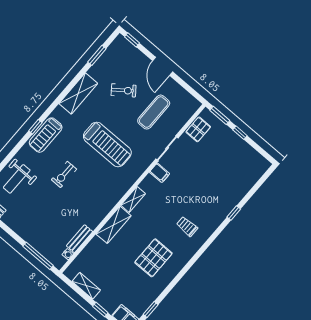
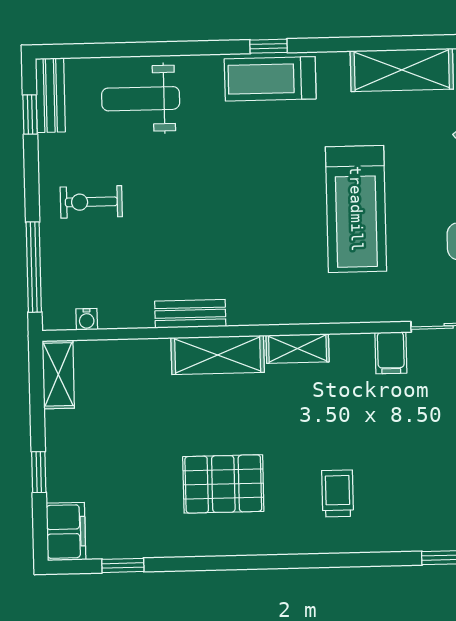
exercise bike: (64, 174) -> (91, 202), moved
bench: (80, 239) -> (190, 314), moved
shelving: (86, 286) -> (58, 374), moved

